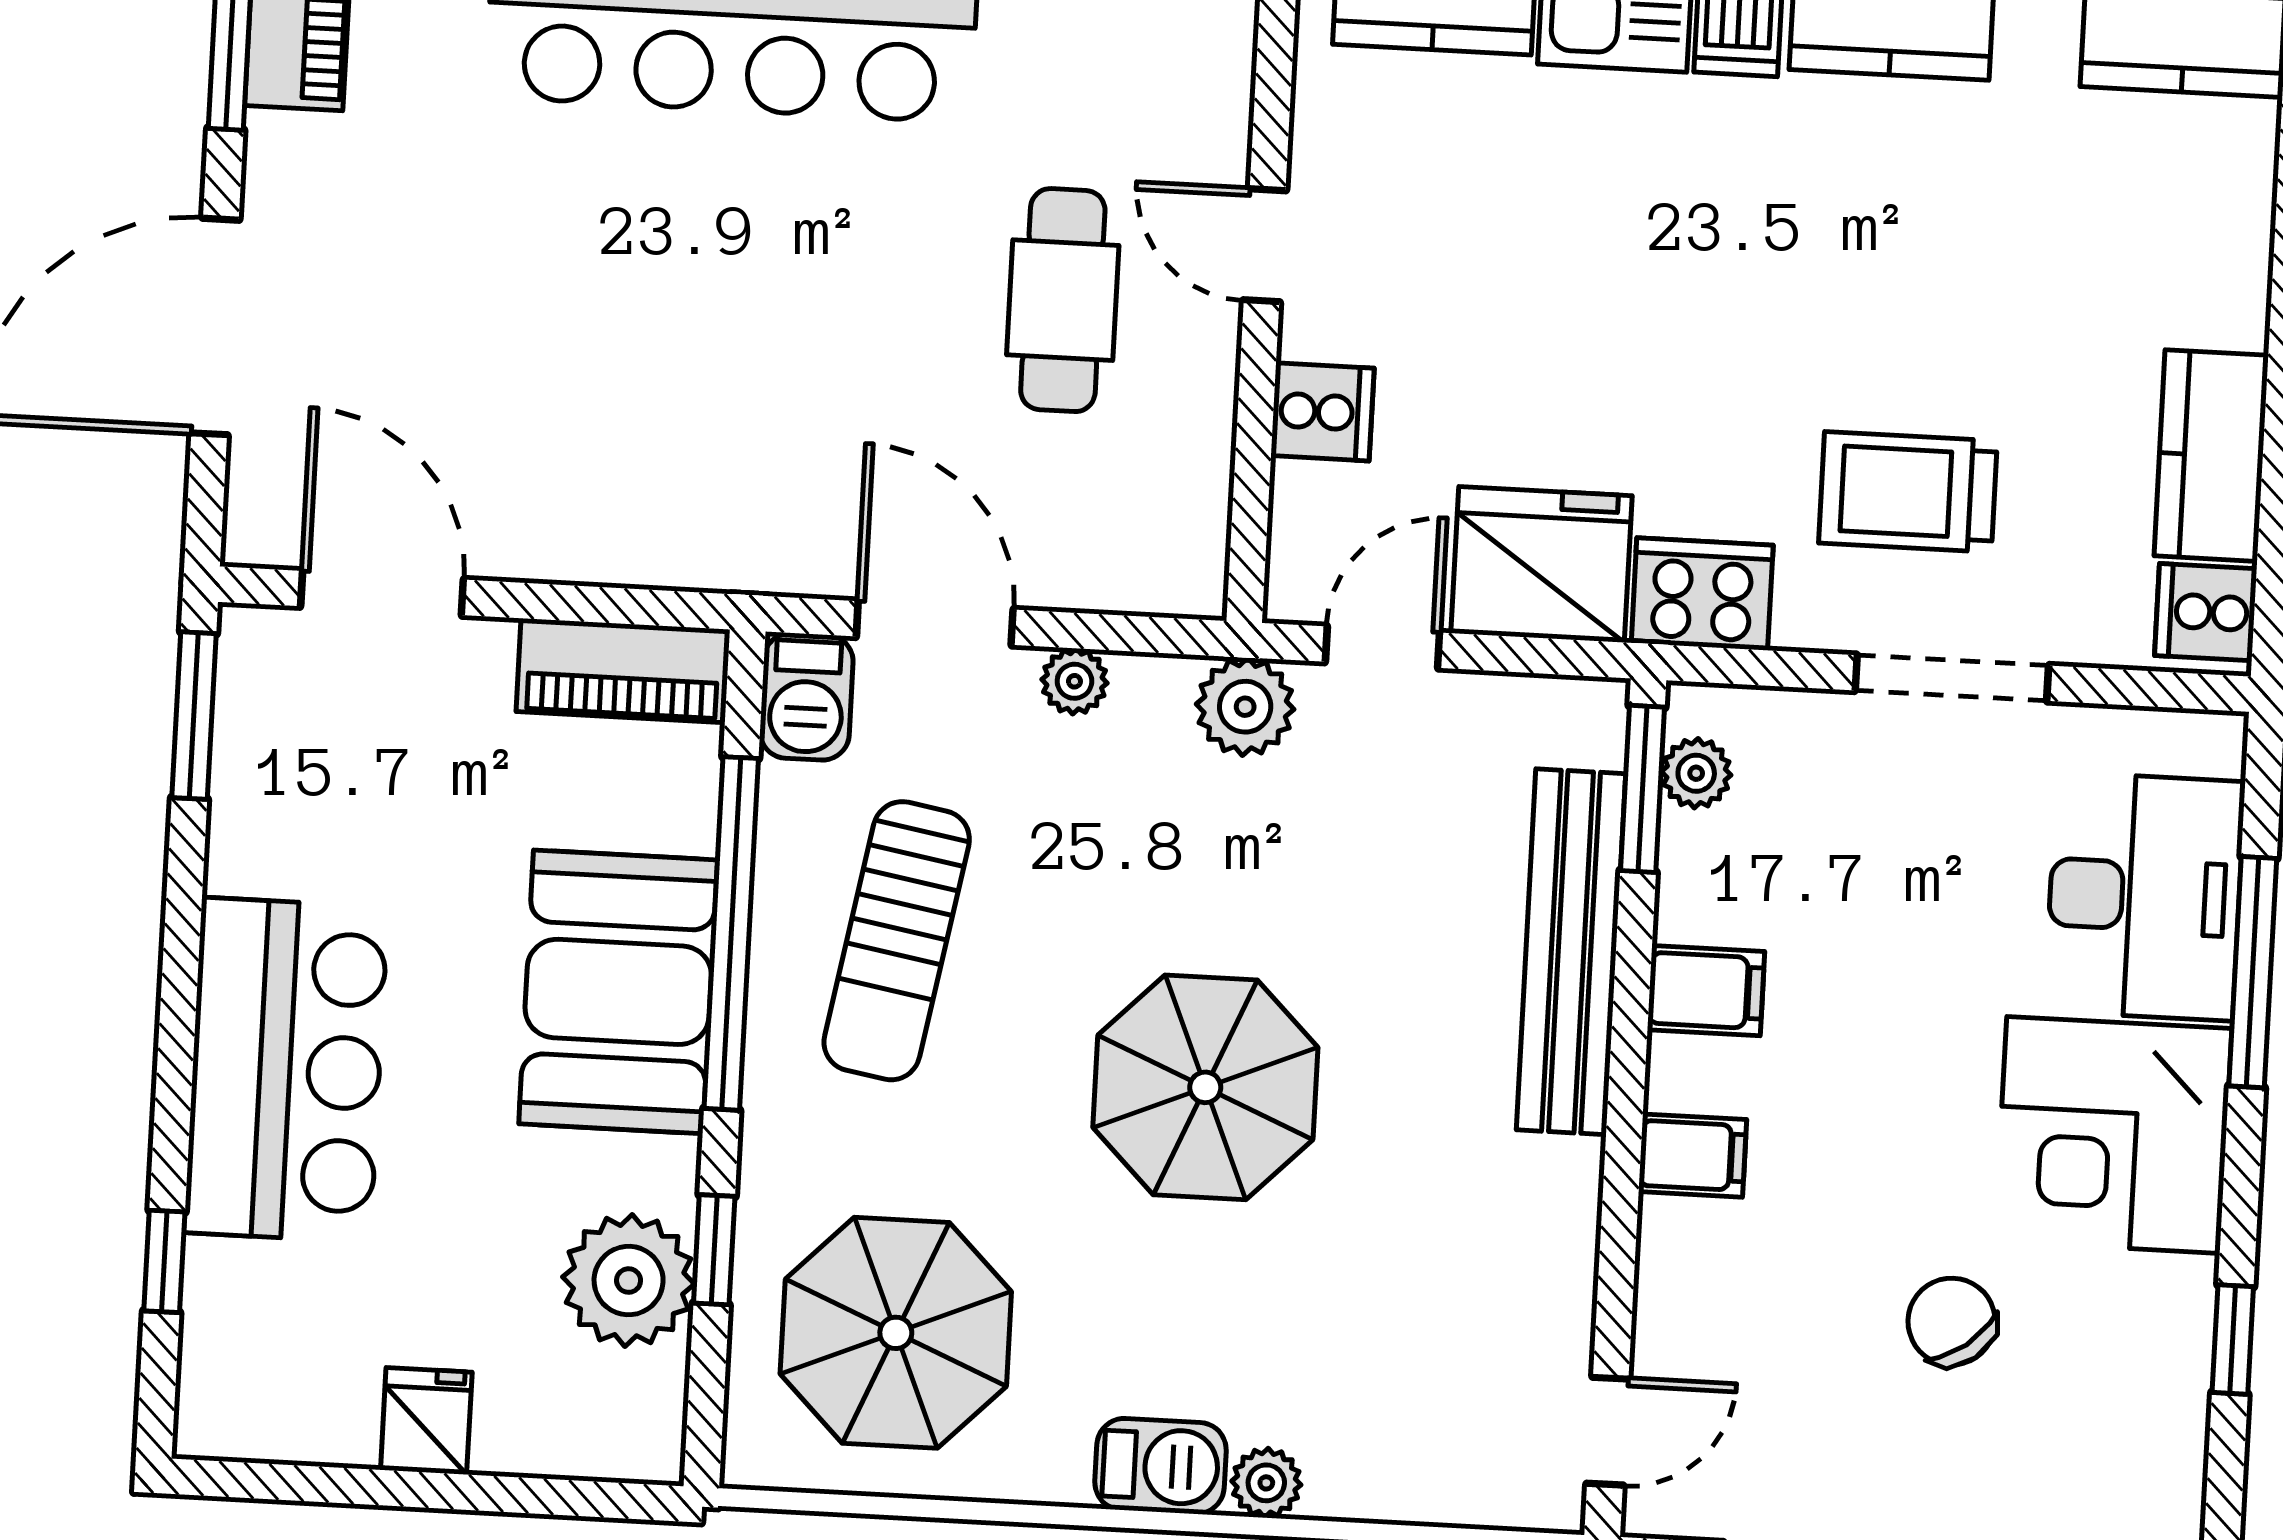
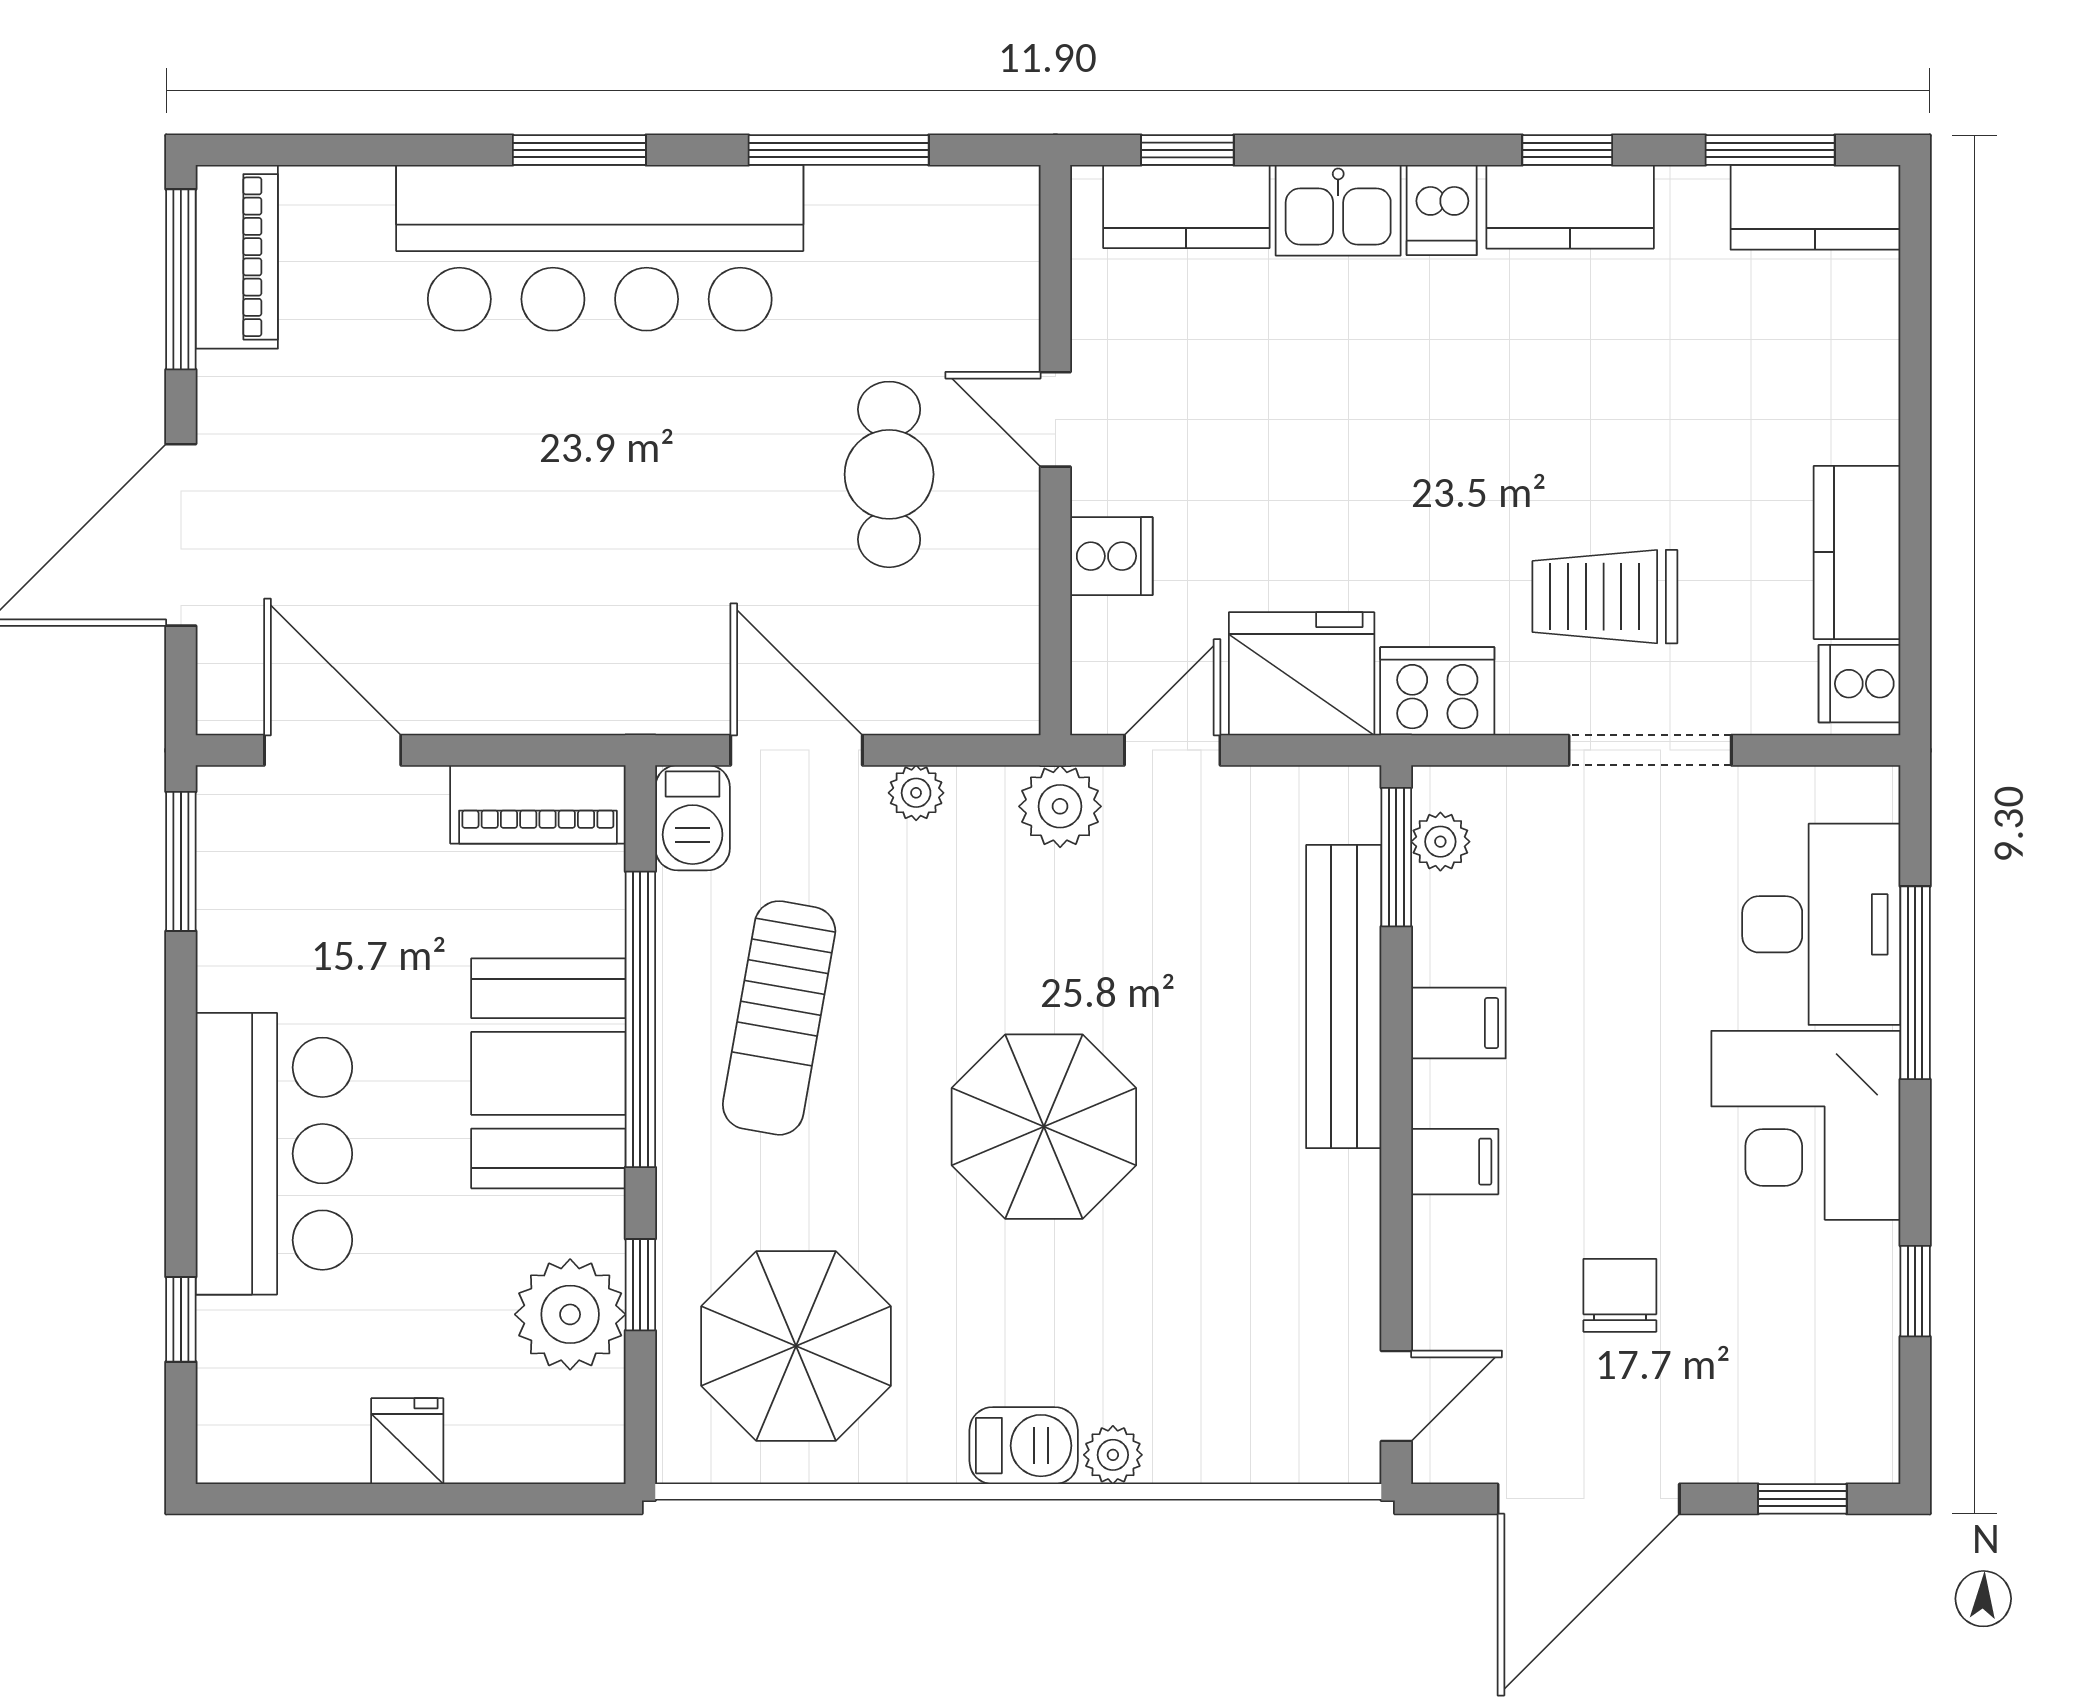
chair: (1952, 1322) -> (1620, 1295), moved, turned 37

